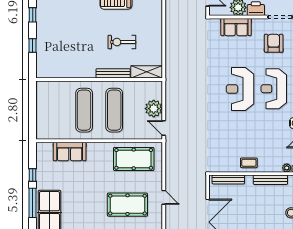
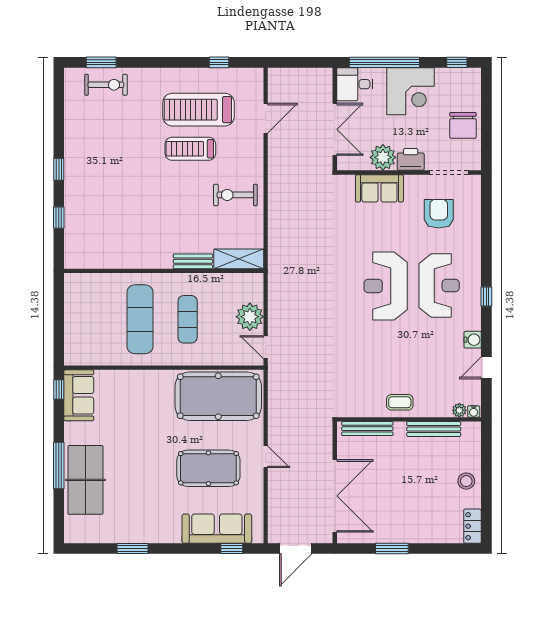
exercise bike: (122, 42) -> (235, 195), moved
bench: (113, 73) -> (193, 261), width x0.73
reception desk: (274, 89) -> (439, 286), turned 180
exercise mat: (114, 110) -> (188, 319), width x0.73, depth x0.69
sofa: (70, 152) -> (79, 395), moved, turned -90
pool table: (134, 159) -> (218, 396), width x1.36, depth x1.32
window: (33, 175) -> (59, 389), moved

